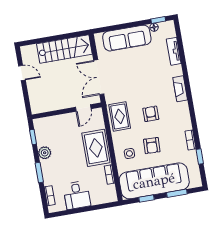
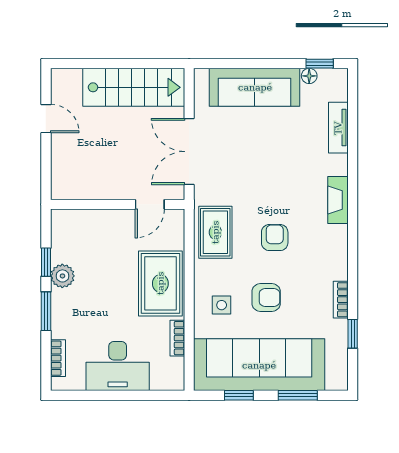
window: (33, 137) -> (46, 262), moved
armchair: (152, 146) -> (266, 298), turned -92
desk: (77, 195) -> (118, 366), width x1.37

